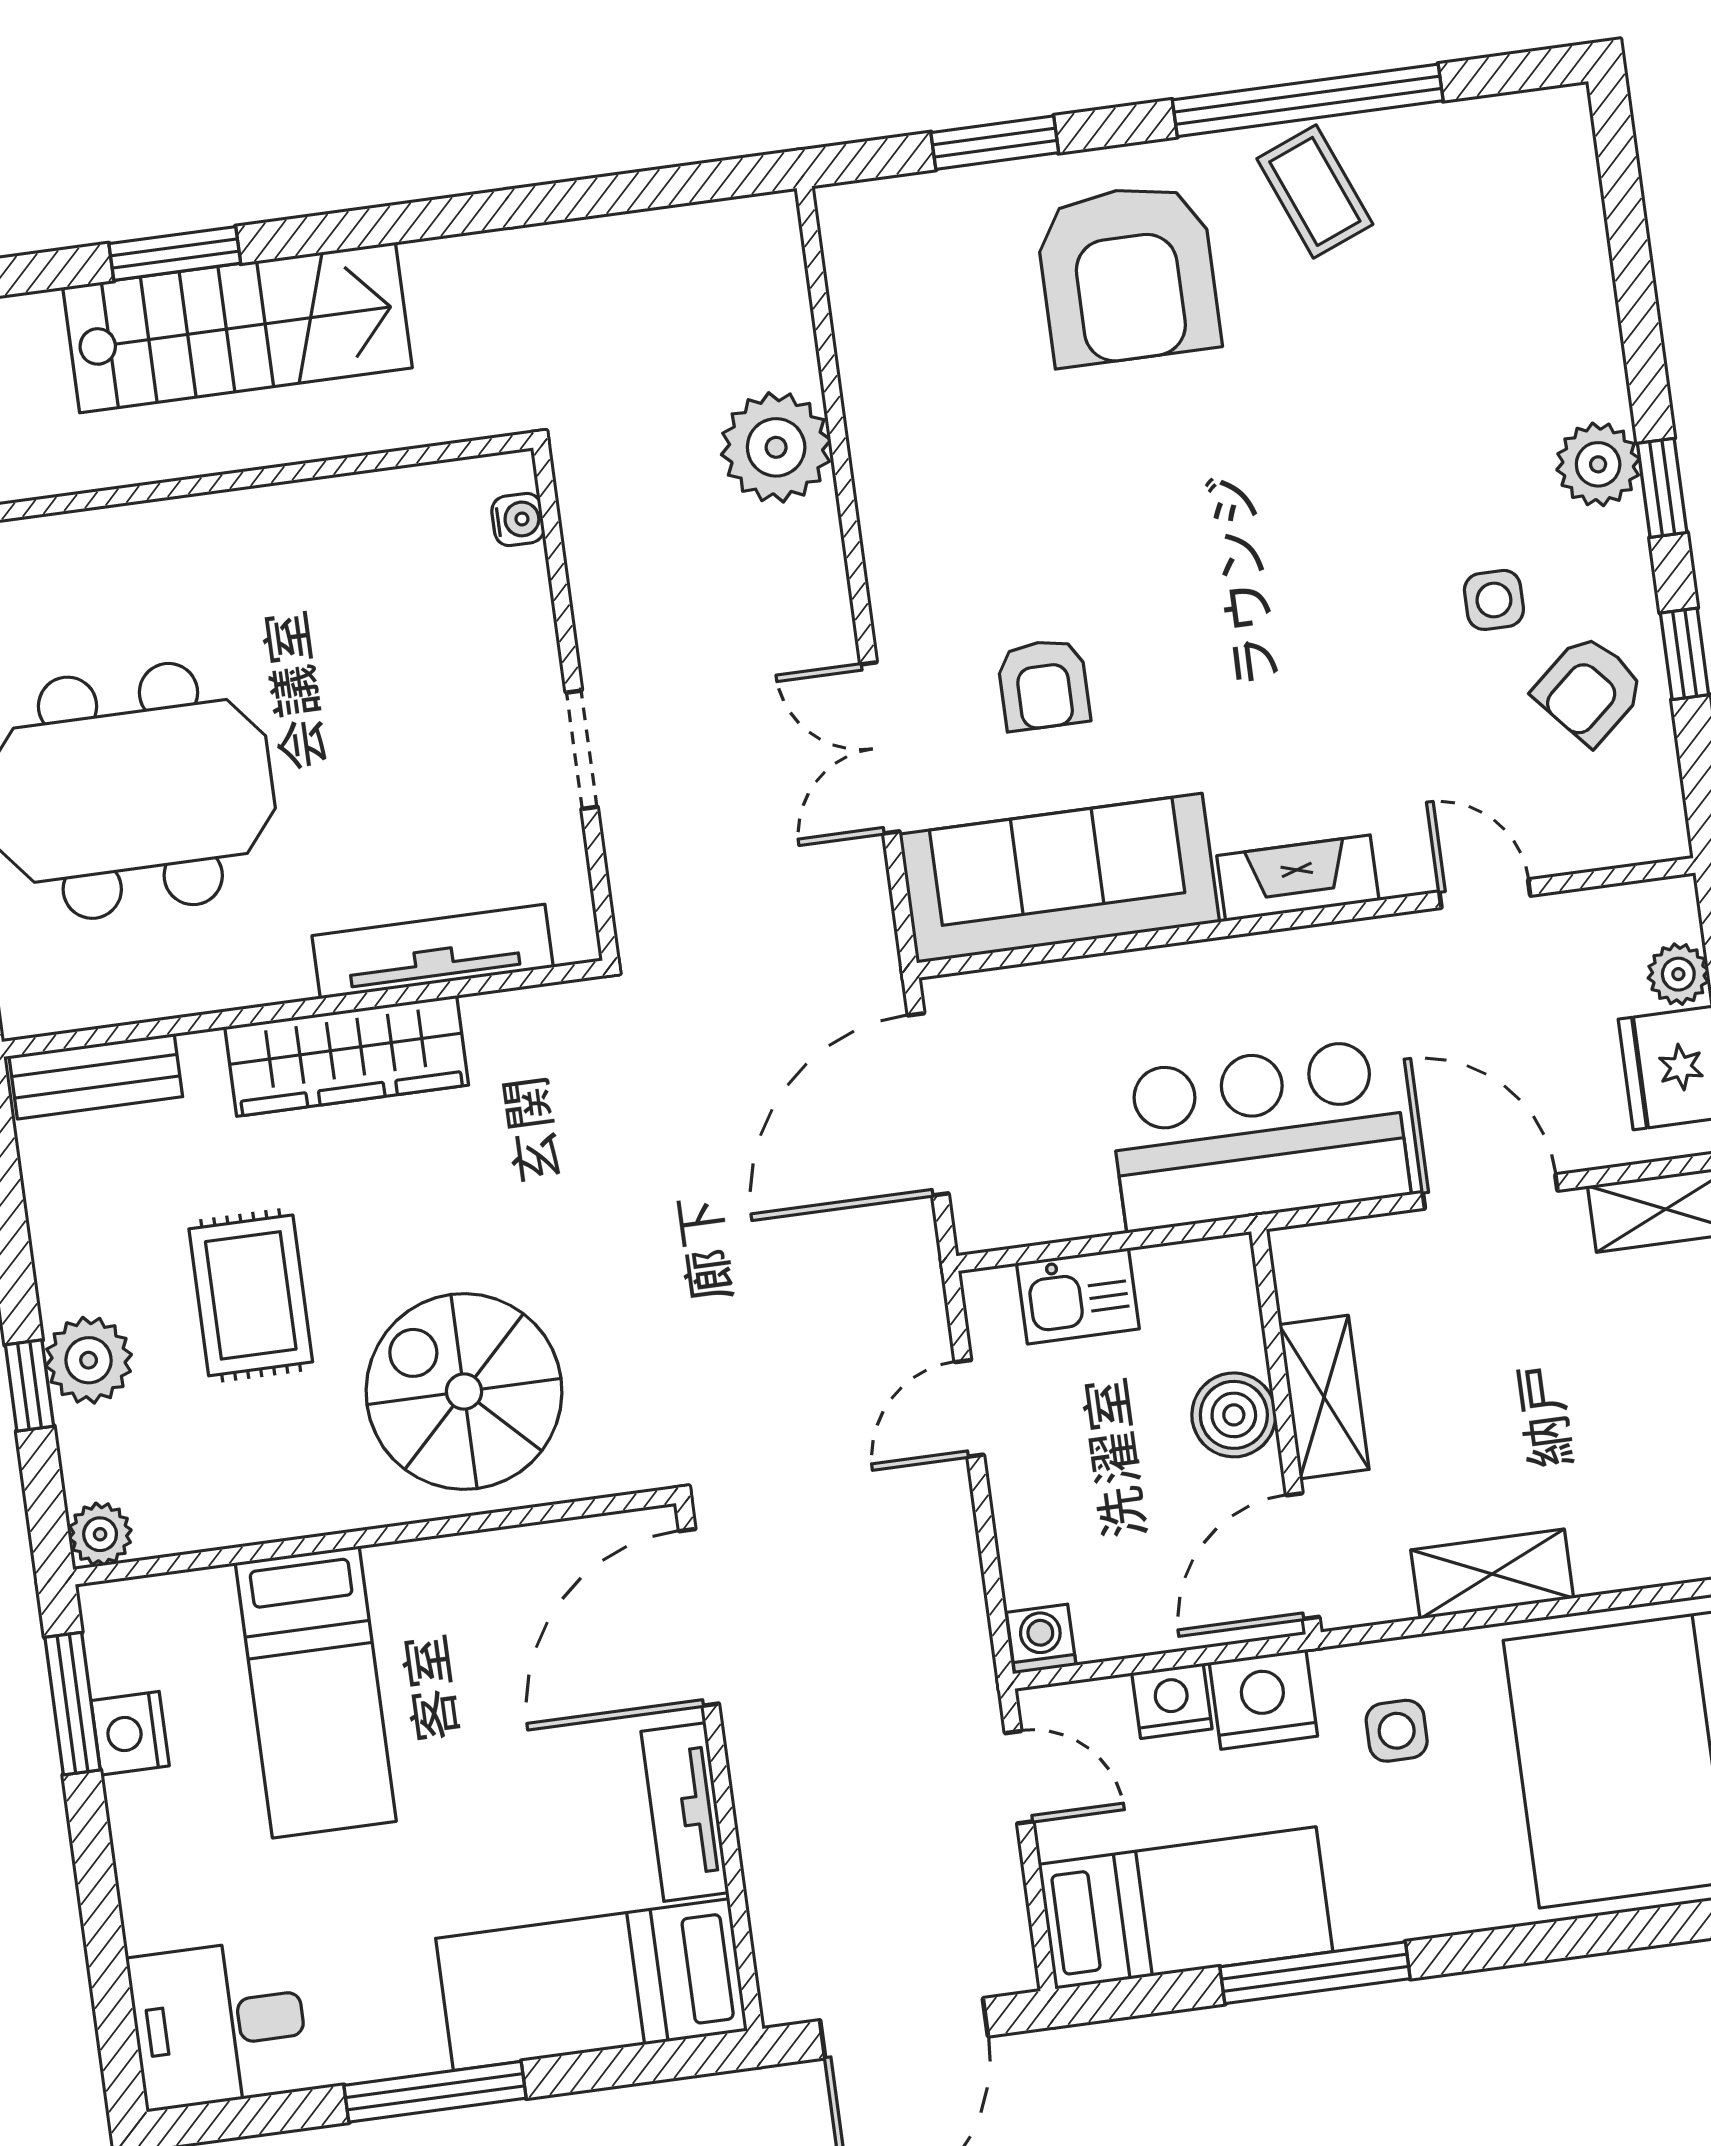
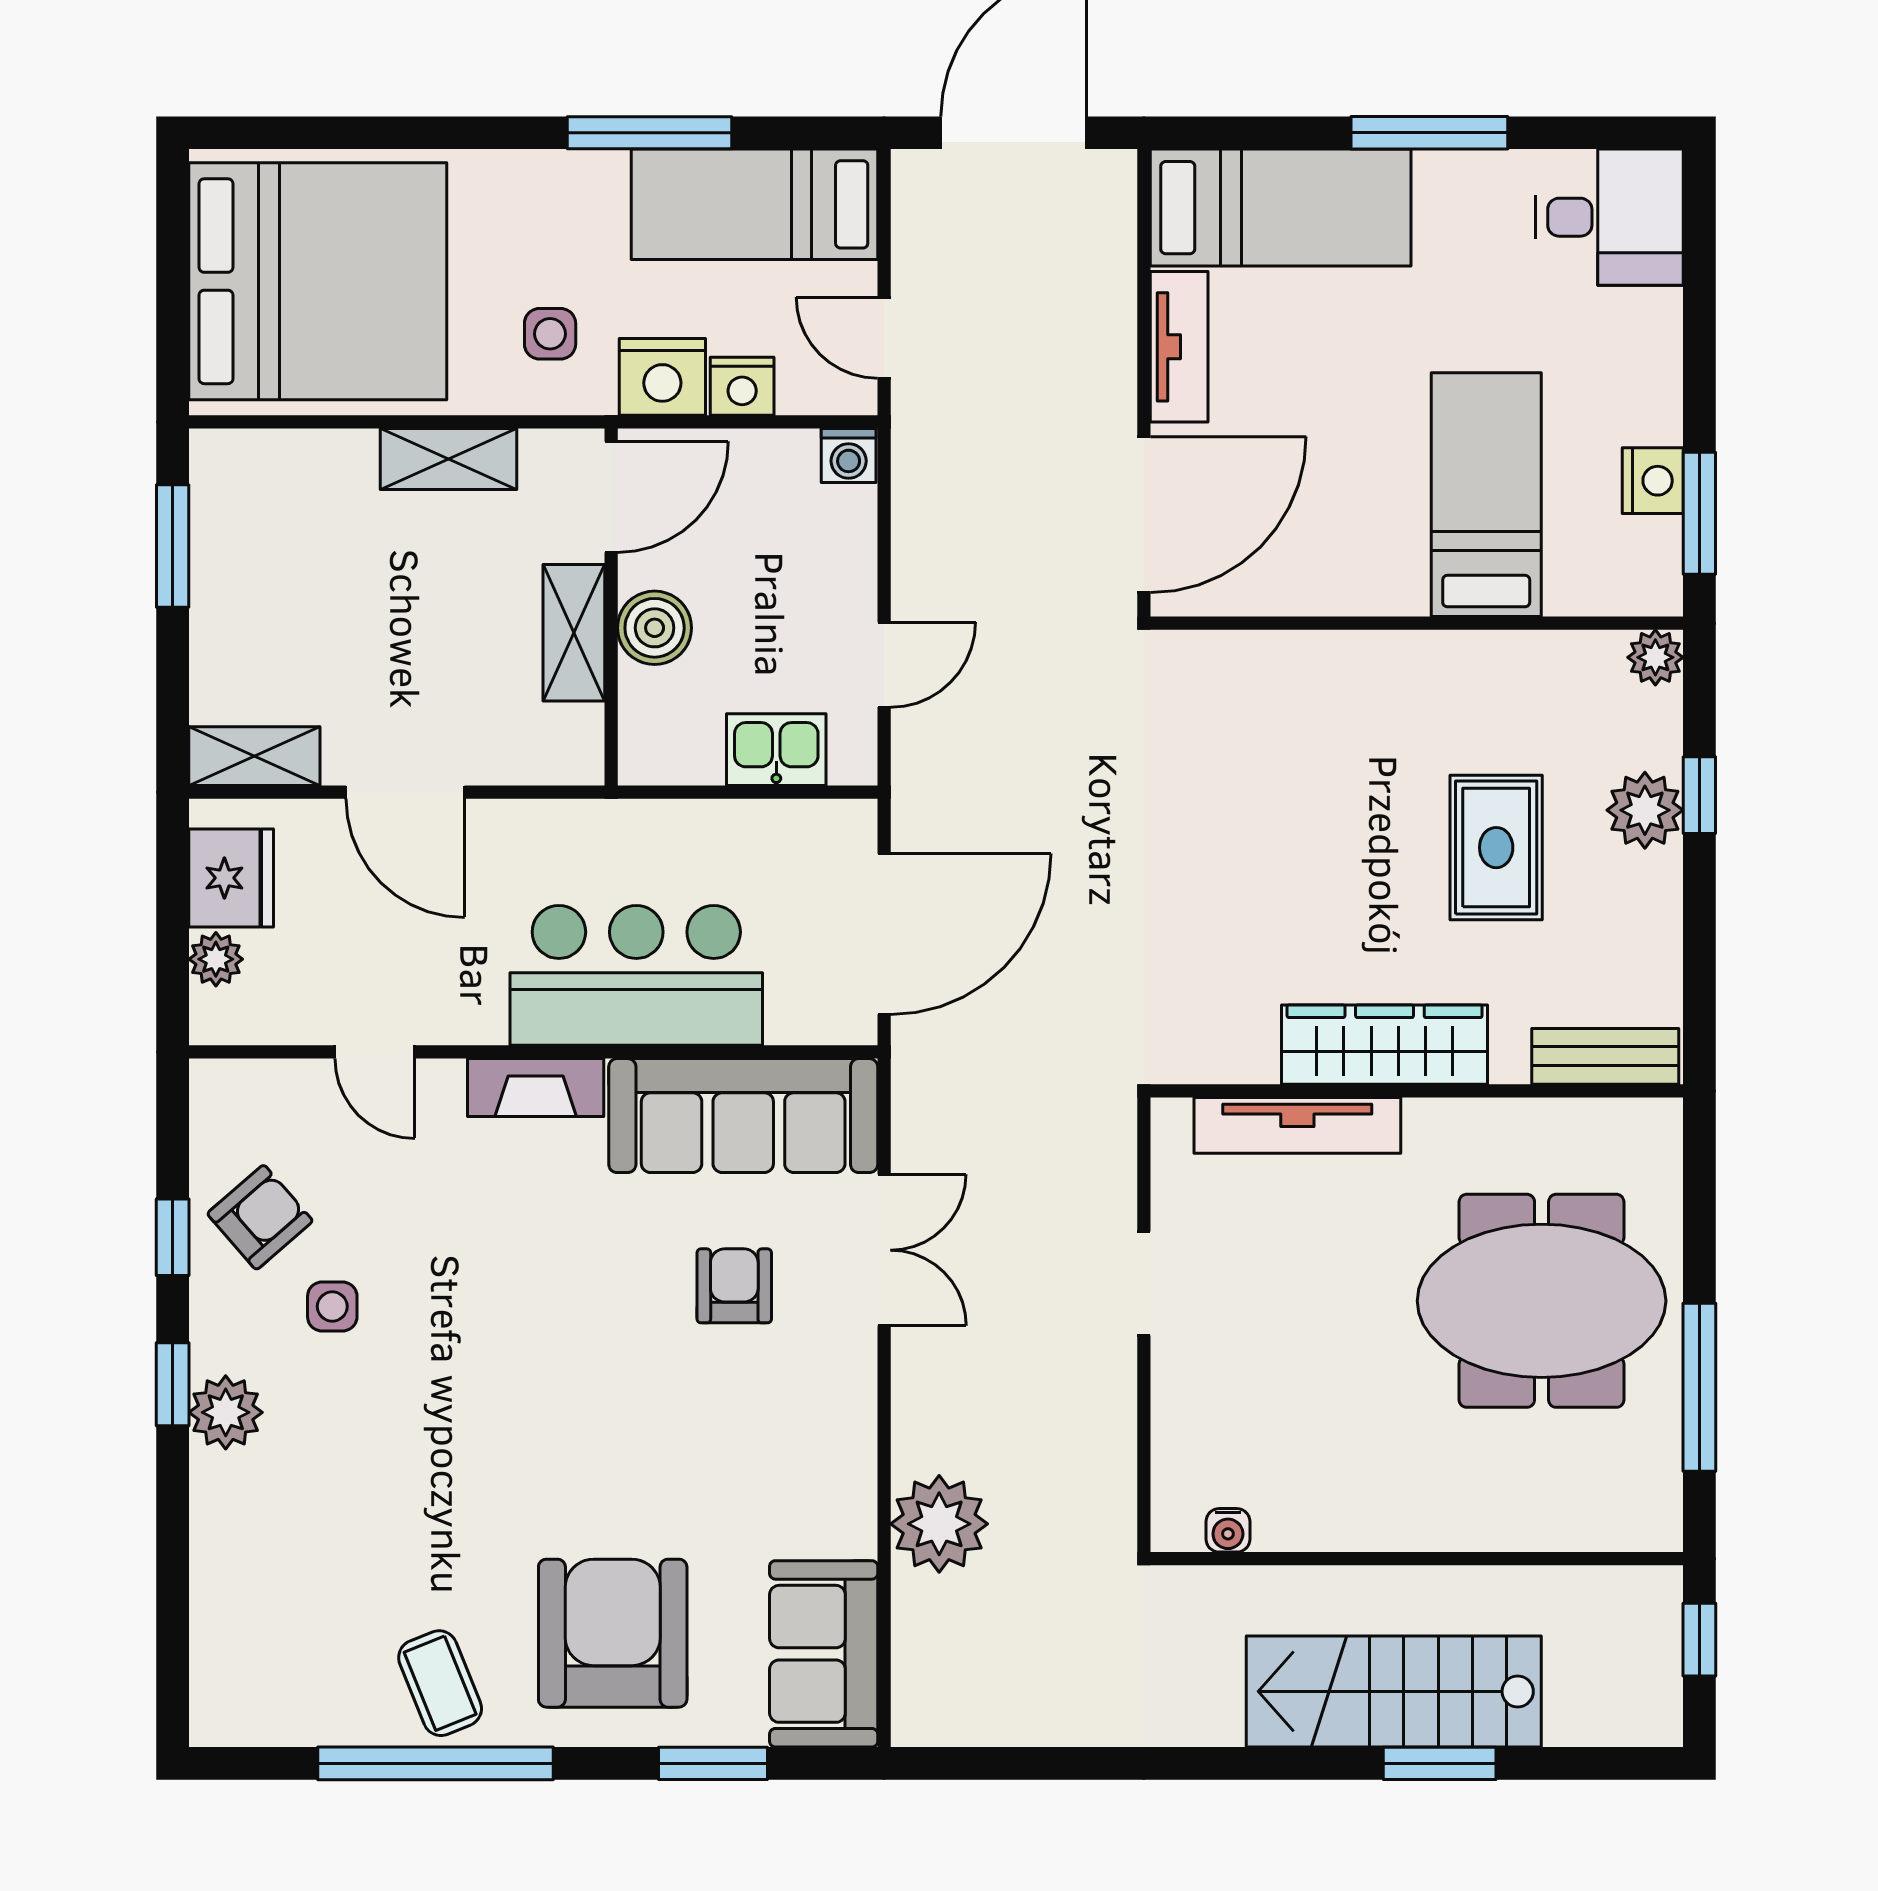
sofa: (887, 283) -> (824, 1654), added
water cooler: (518, 520) -> (1228, 1530), moved, turned -90
bar counter: (1258, 1135) -> (636, 975), moved, turned 180
spiral stairs: (464, 1392) -> (1322, 739), removed

